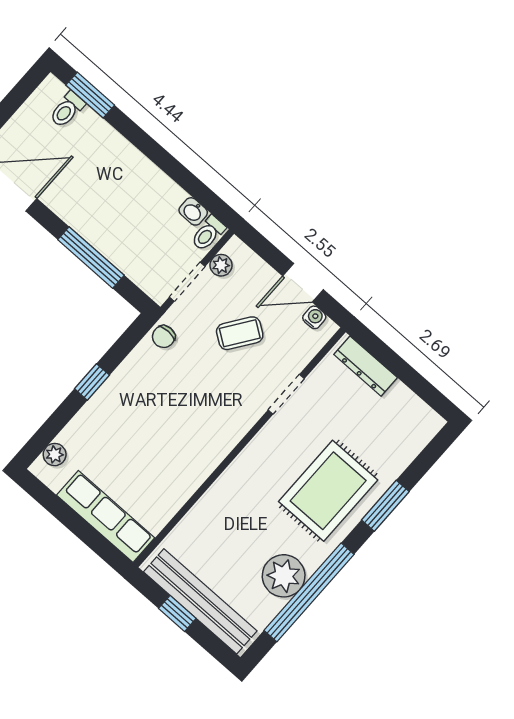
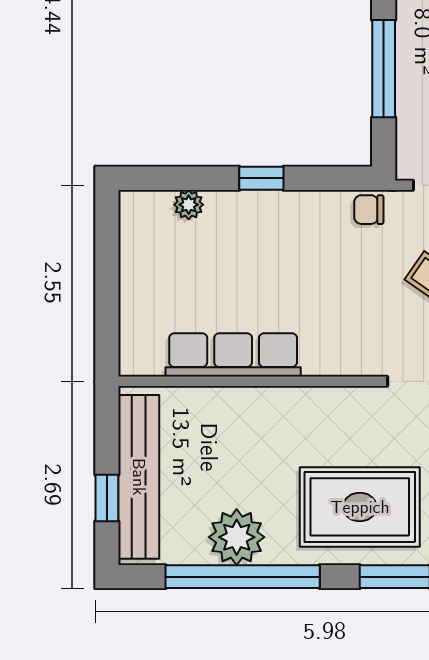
plant: (55, 455) -> (189, 205), moved
row of seats: (106, 517) -> (233, 355), moved, turned -90
window: (177, 613) -> (107, 498), moved

